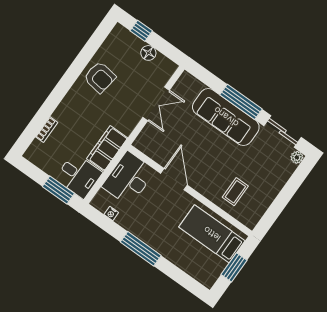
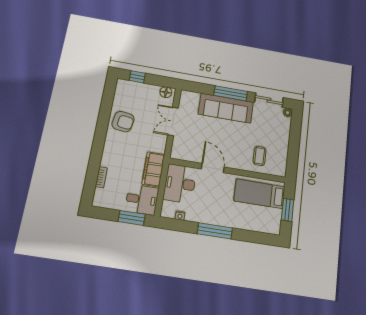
floor lamp: (148, 53) -> (166, 92), moved
double door: (156, 104) -> (173, 121), swing flipped

